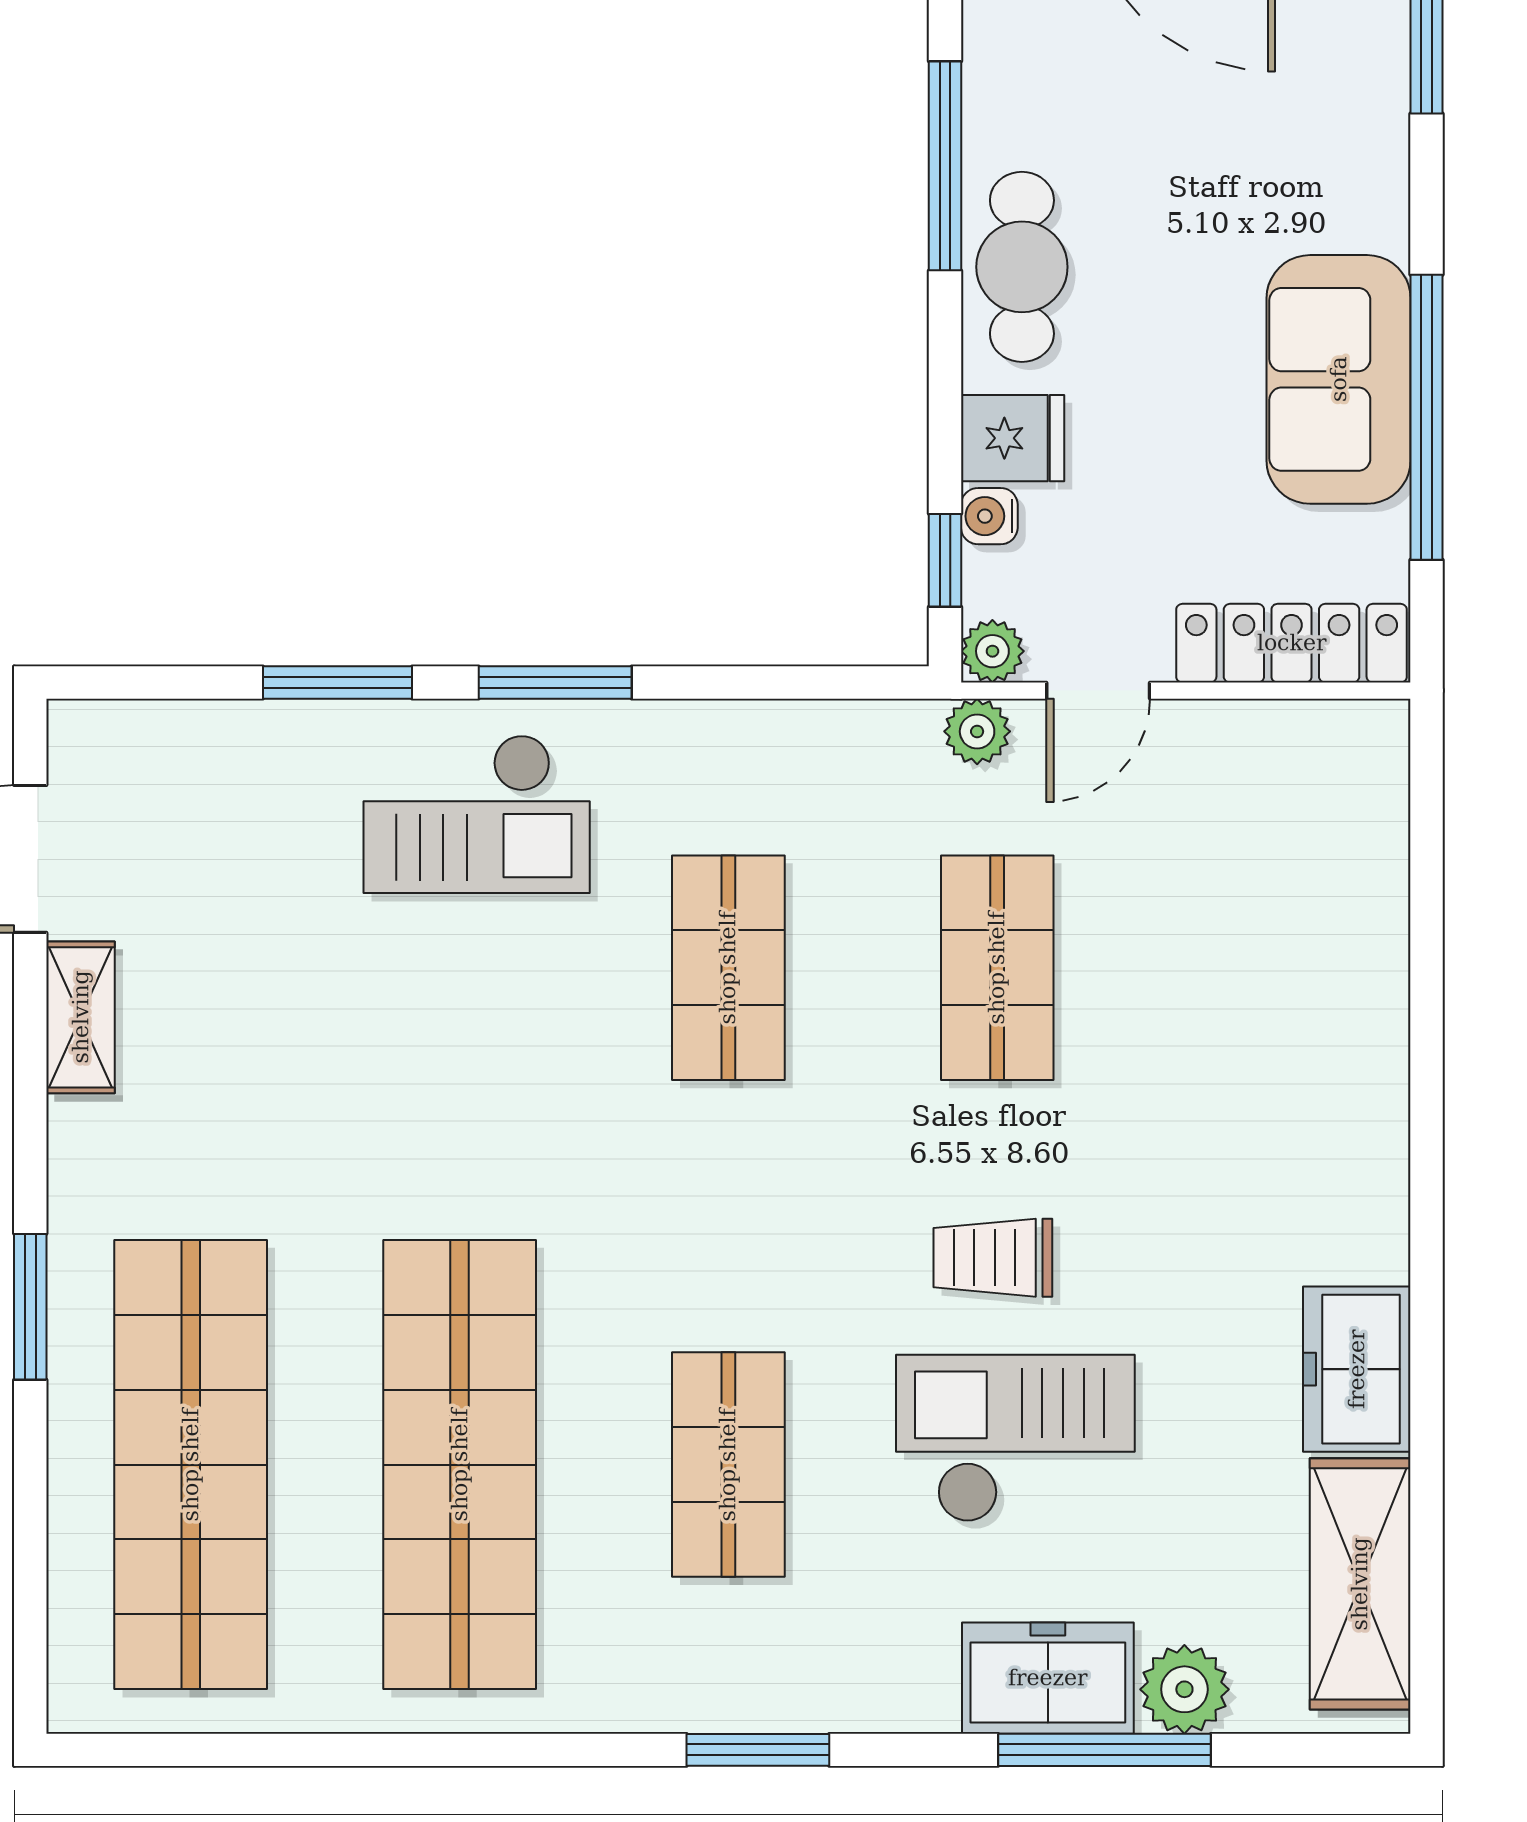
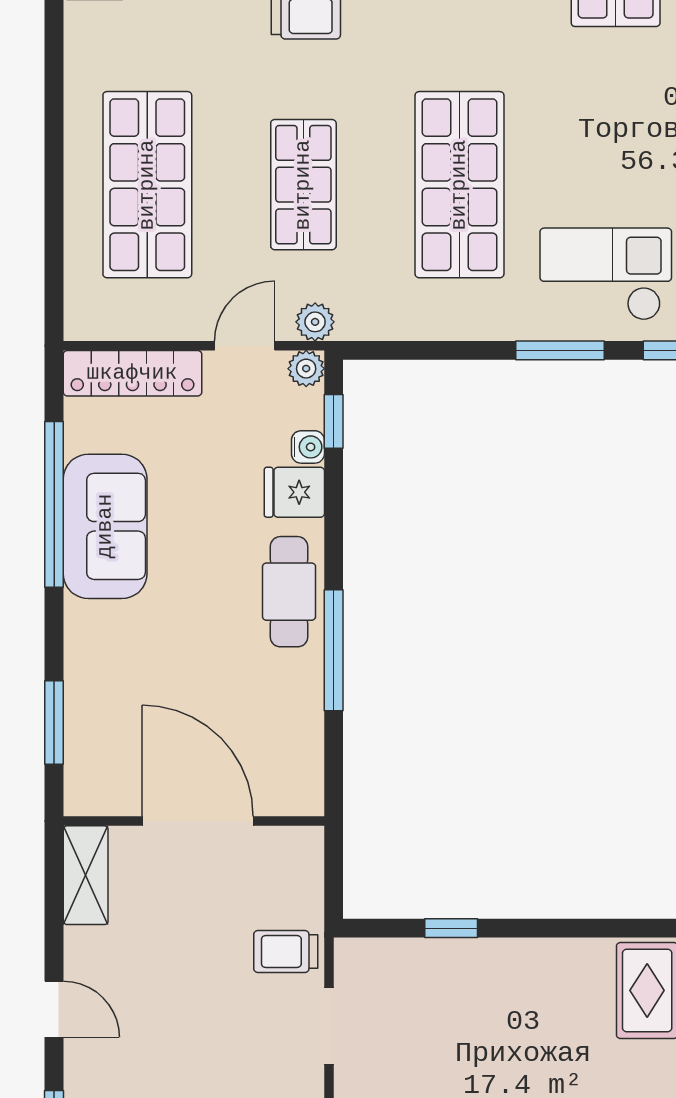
shop shelf: (728, 968) -> (459, 185), width x1.43, depth x1.36
shop shelf: (1266, 968) -> (147, 185), added

